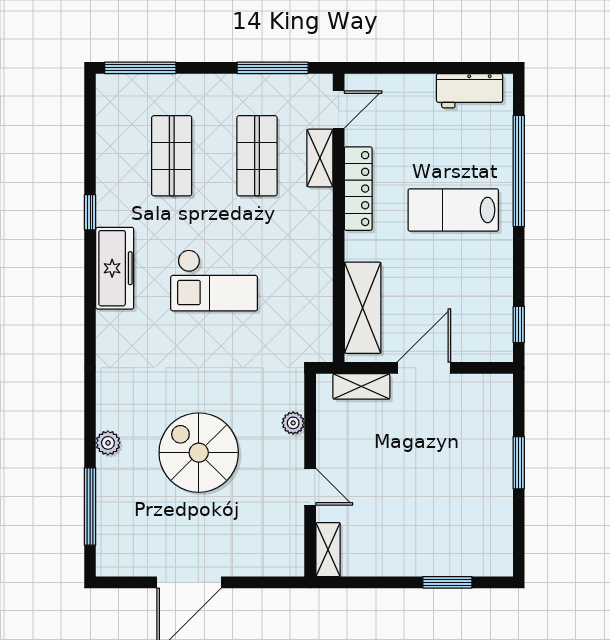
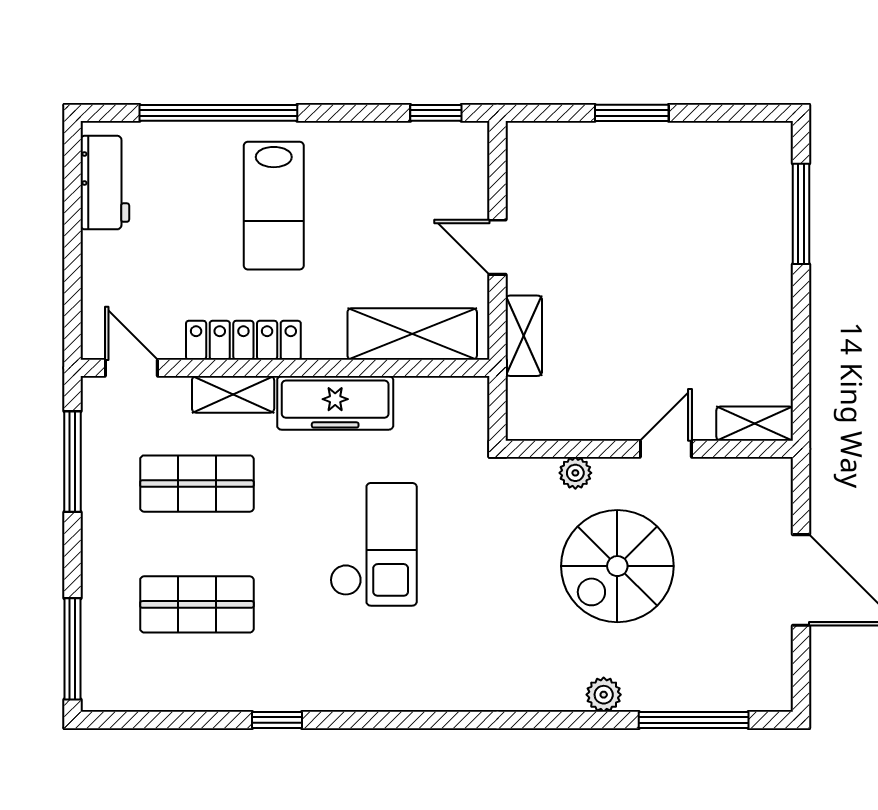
shelving: (320, 158) -> (233, 394), moved
freezer: (115, 268) -> (335, 403), moved, turned 180
door: (424, 368) -> (497, 247), width x0.73
plant: (293, 423) -> (575, 473), moved
wall: (310, 475) -> (649, 449), moved
door: (310, 487) -> (666, 449), moved
shelving: (328, 550) -> (755, 424), moved
window: (447, 582) -> (801, 214), width x1.44

